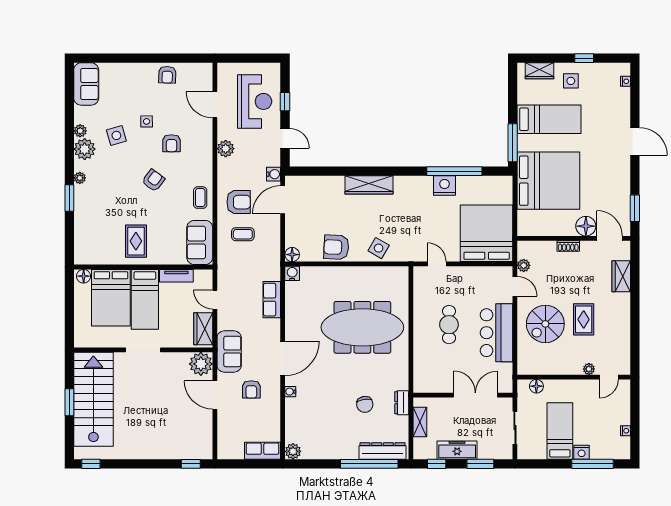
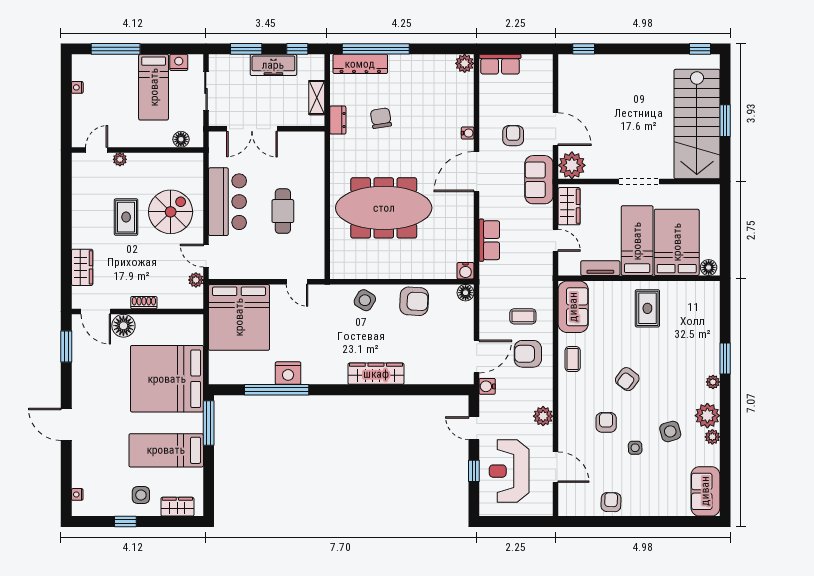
nightstand: (582, 452) -> (179, 62), moved

